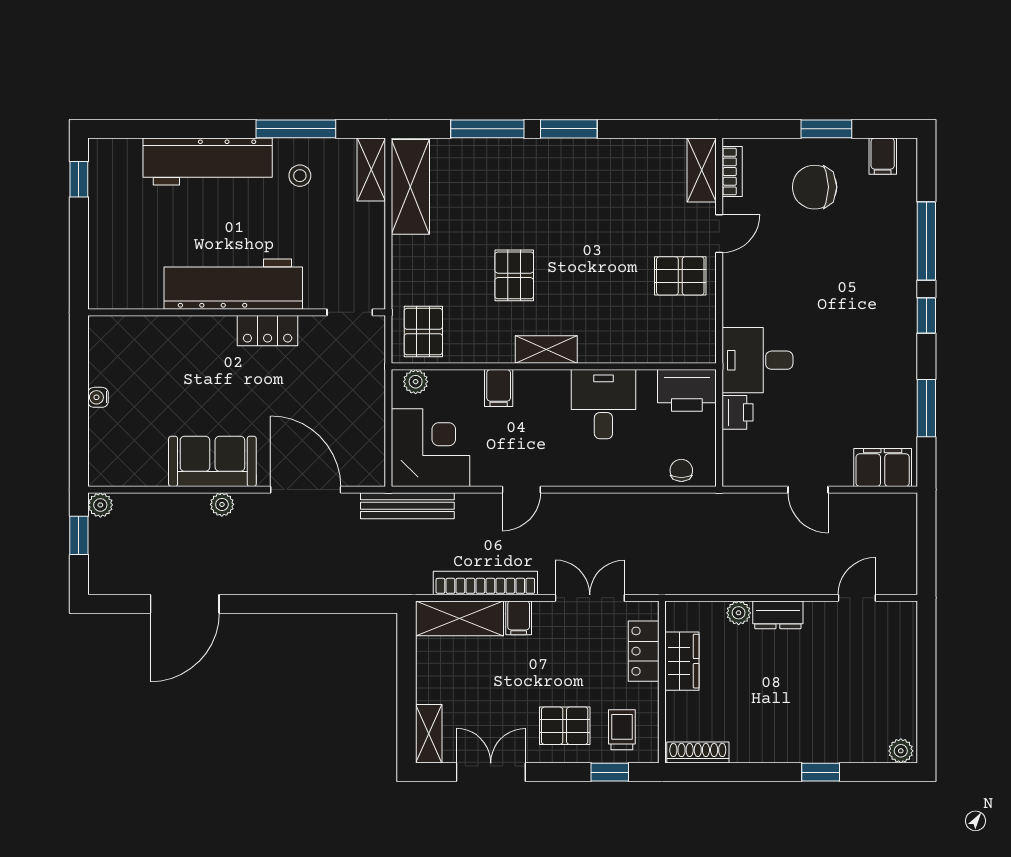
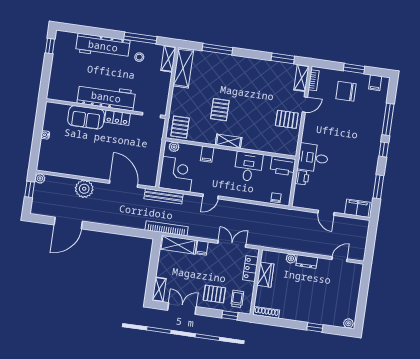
window: (569, 129) -> (283, 58), moved
sofa: (212, 461) -> (86, 117), moved, turned 180
plant: (222, 504) -> (84, 189), width x1.87, depth x1.87
bookcase: (485, 583) -> (167, 228), moved

